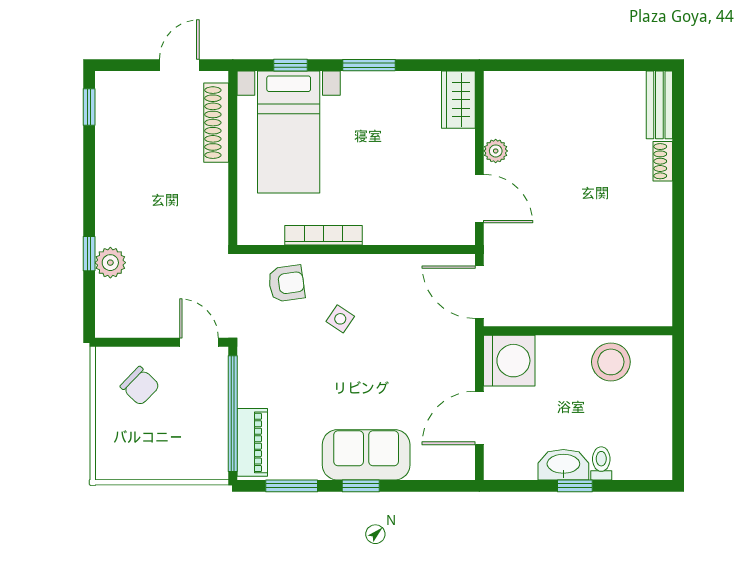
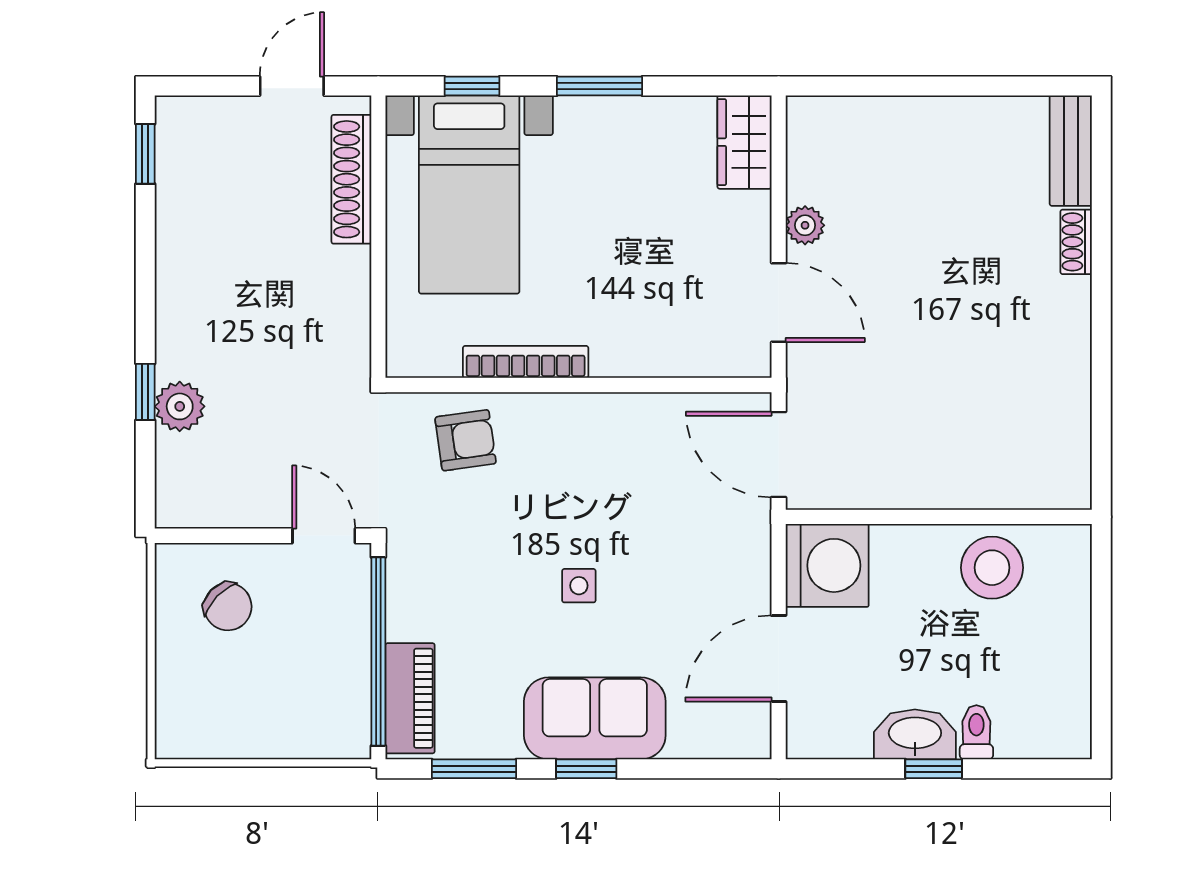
side table: (340, 319) -> (579, 586), moved, turned -34

